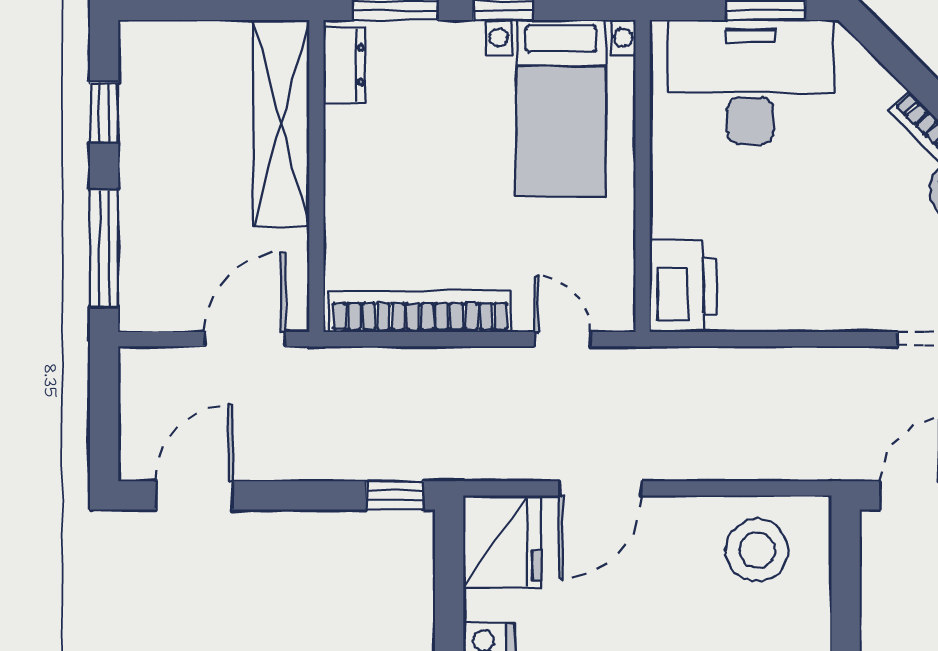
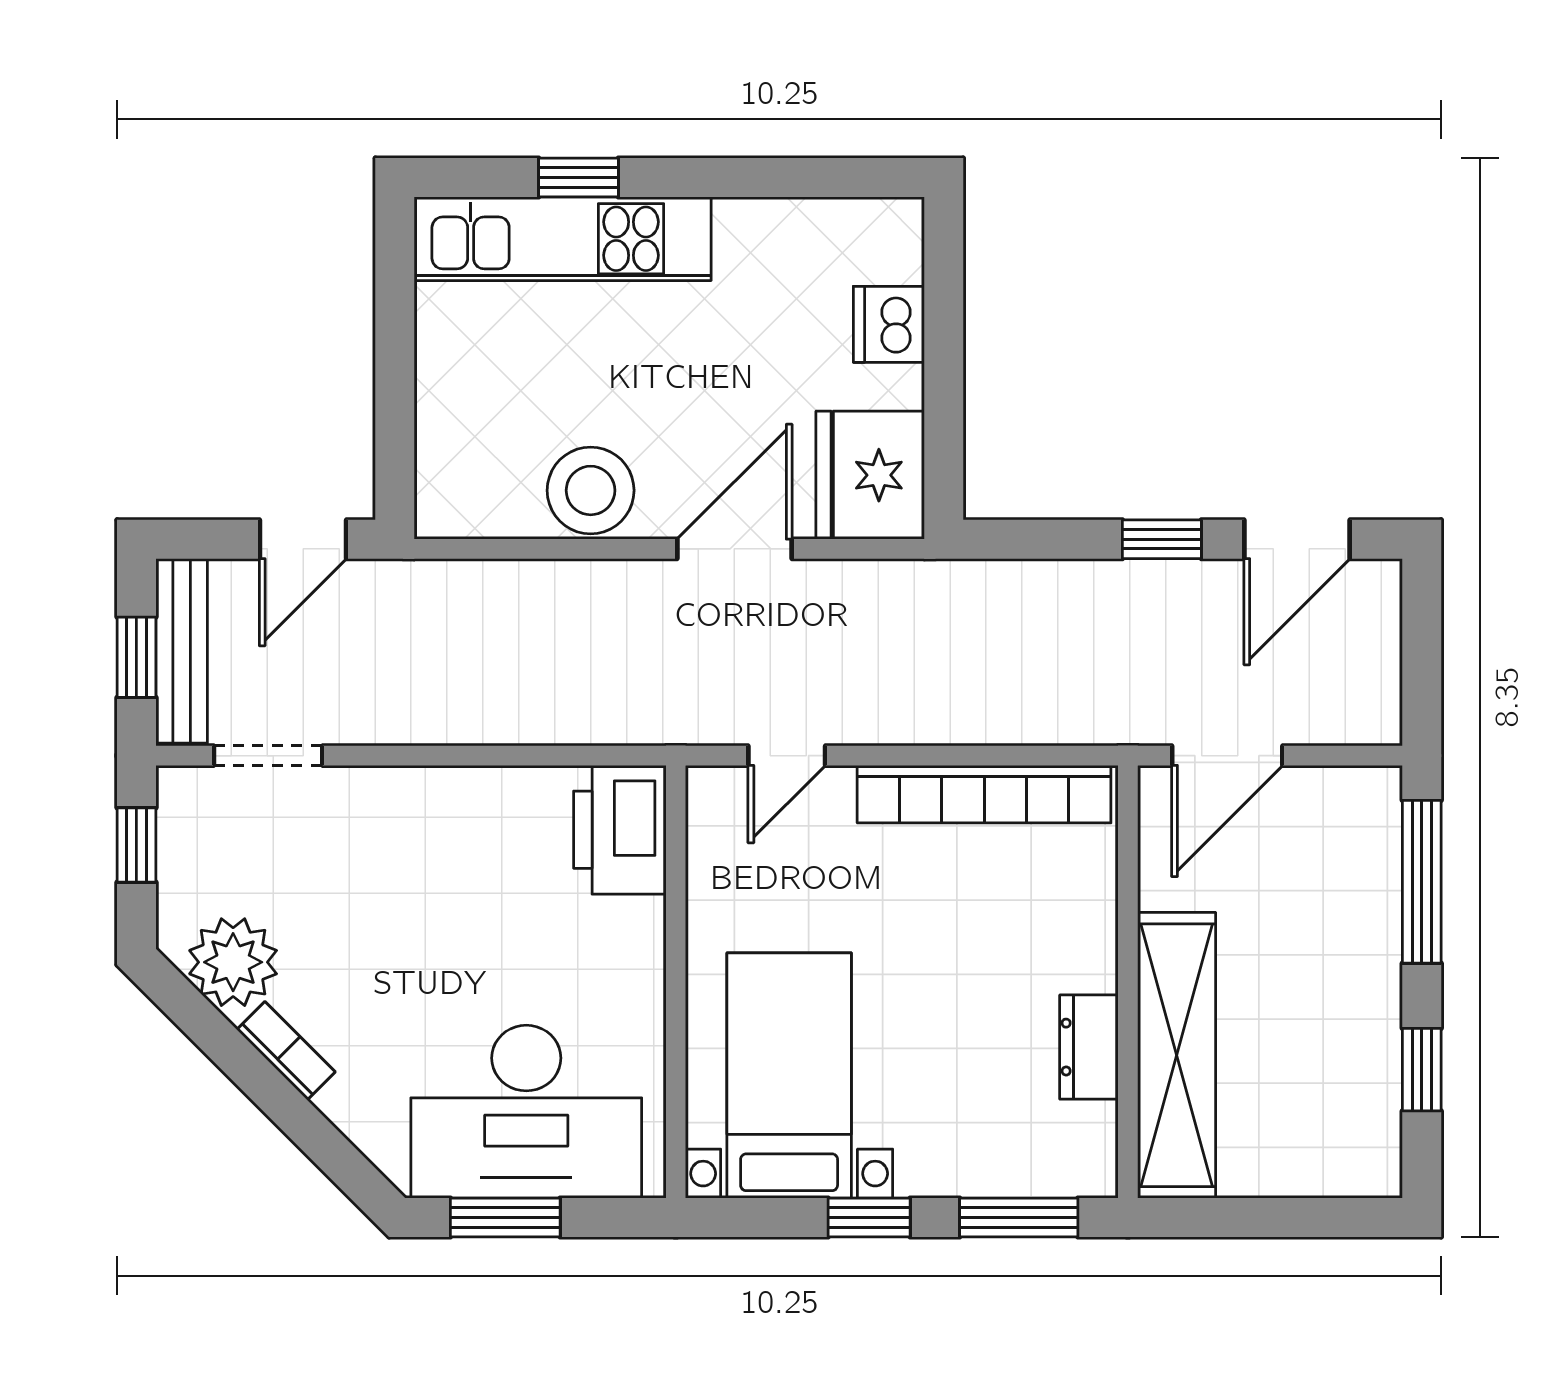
dresser: (344, 65) -> (1089, 1047), moved
door: (563, 339) -> (787, 756), hinge flipped
window: (395, 495) -> (1162, 539), moved
stool: (757, 550) -> (591, 490), moved

